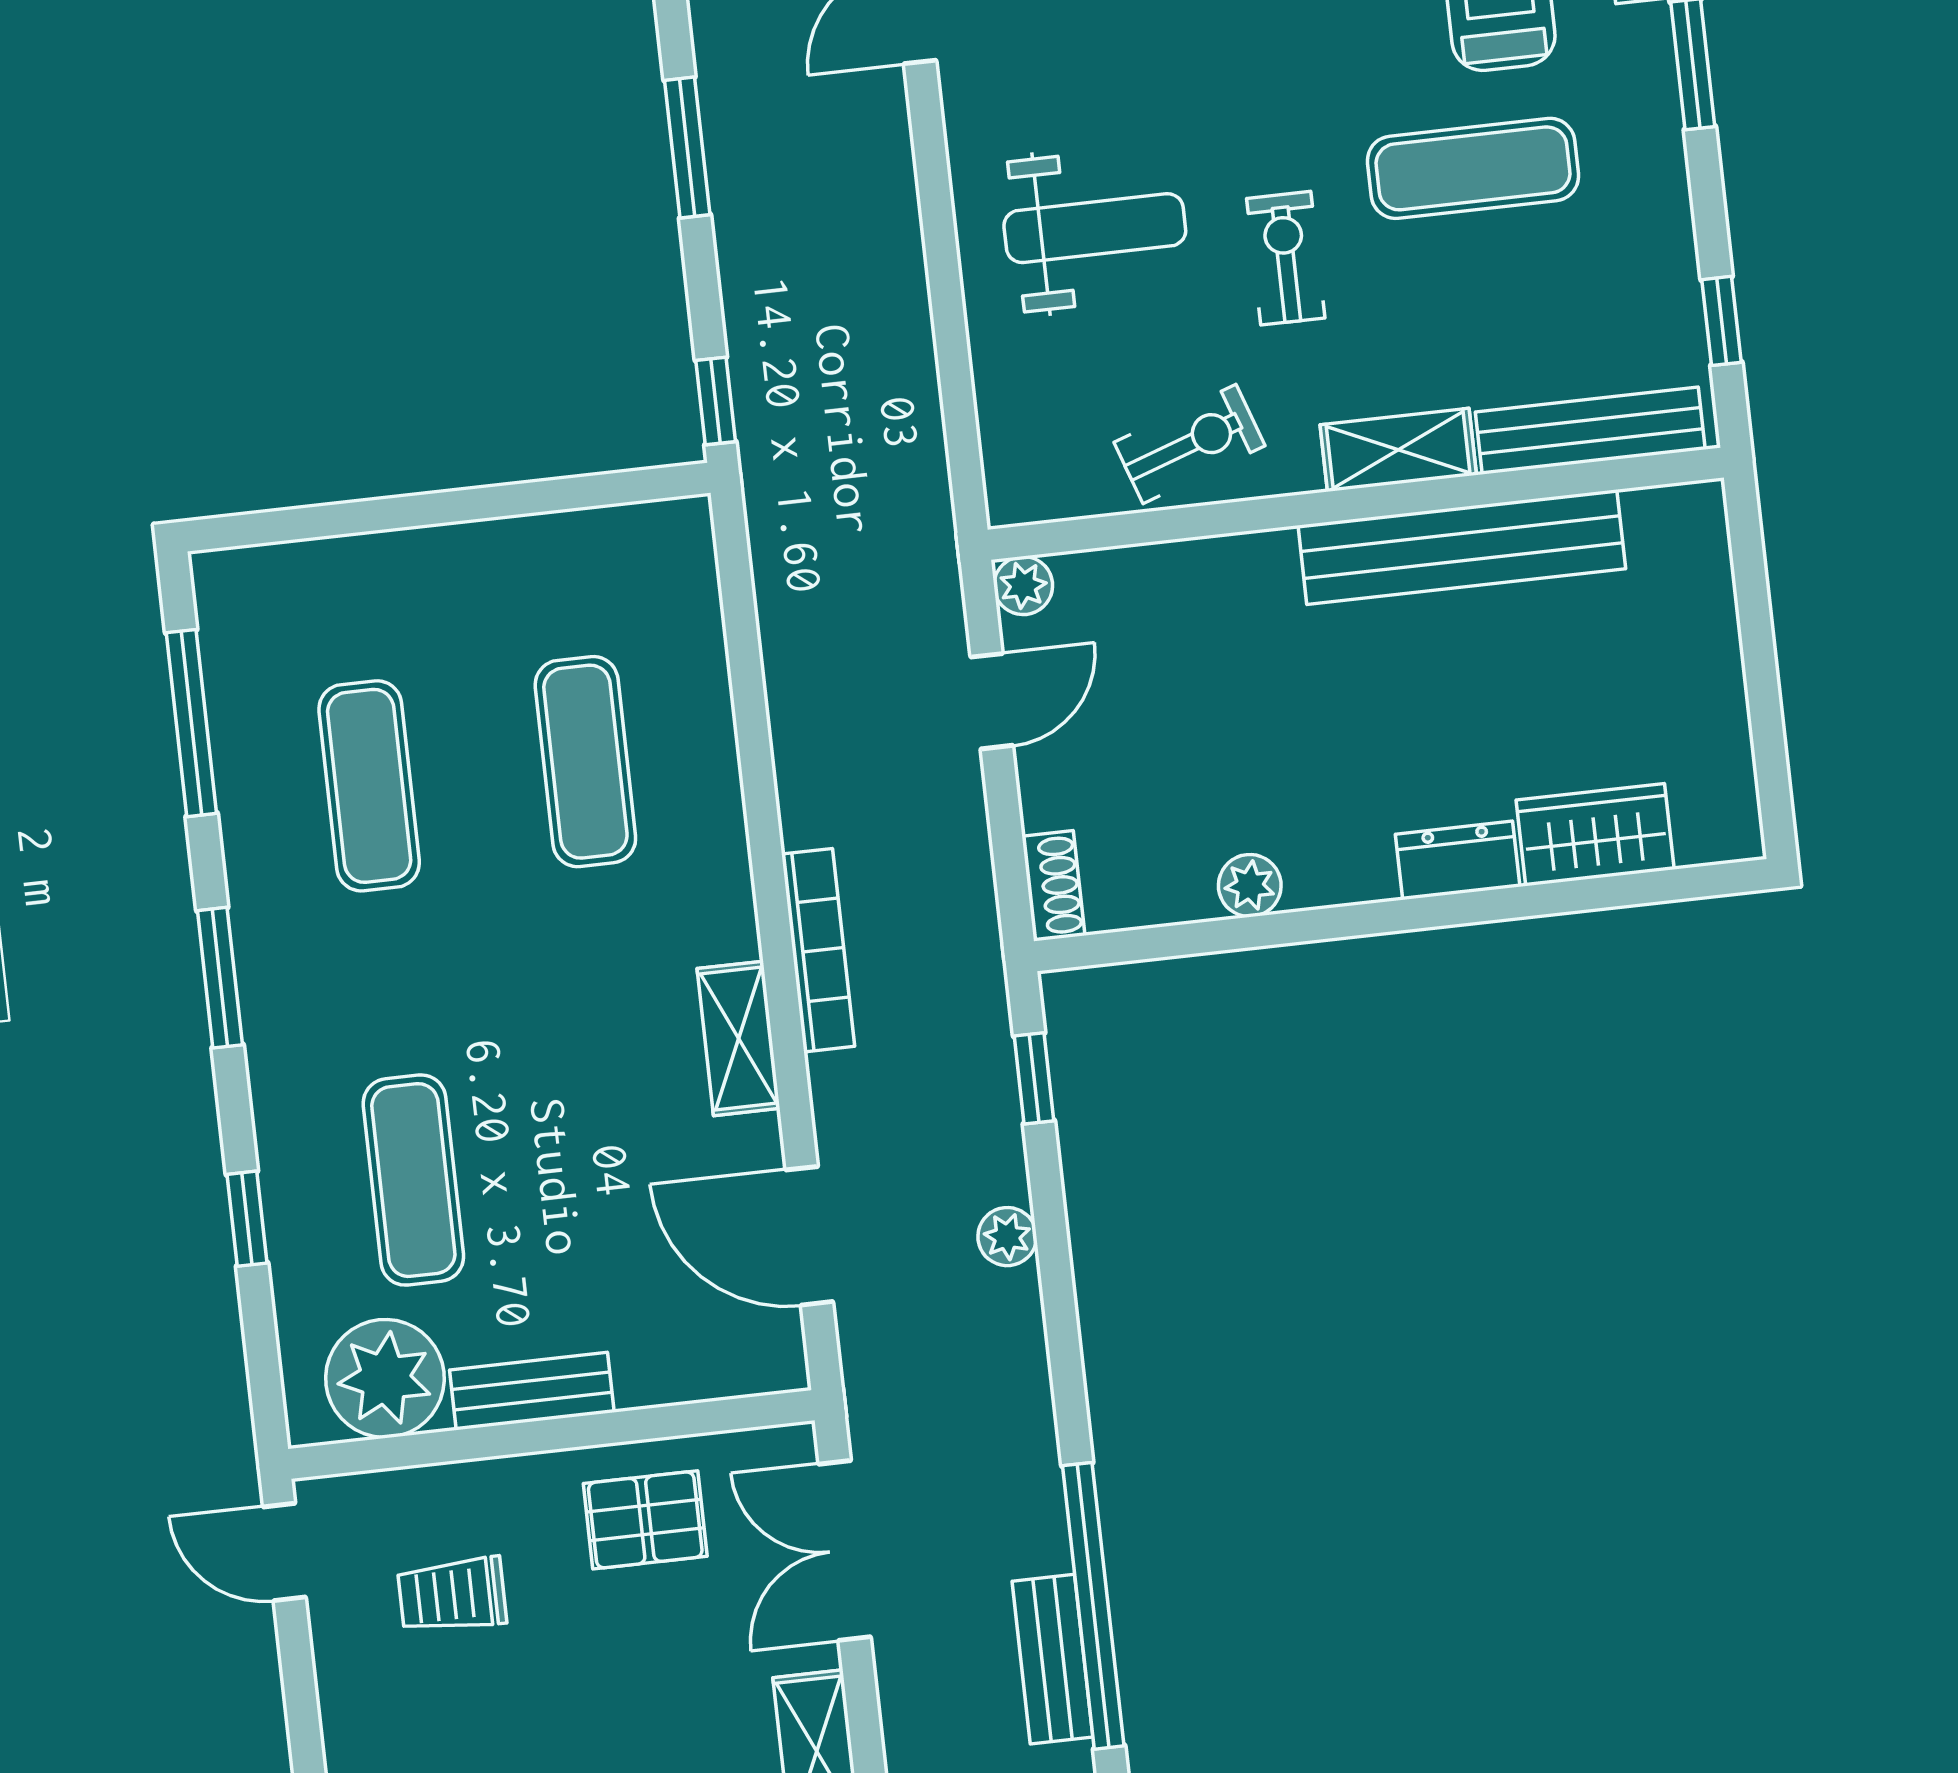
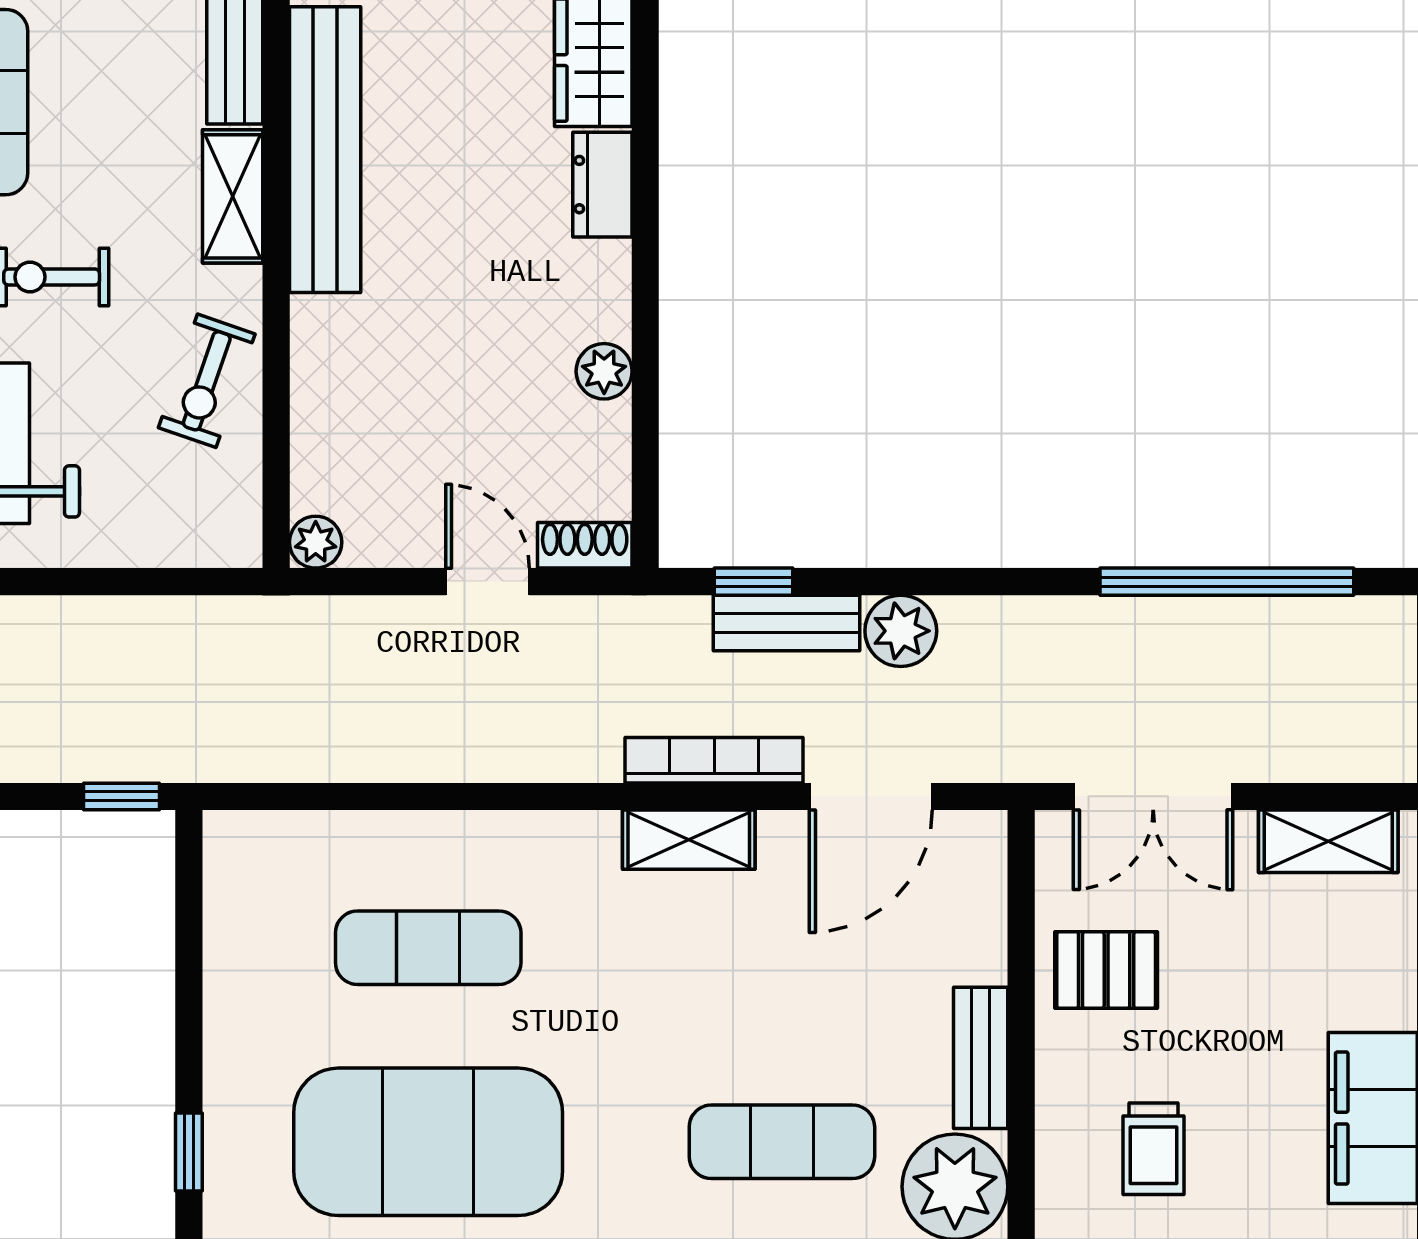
exercise bike: (1189, 444) -> (207, 381), turned -142
window: (328, 521) -> (189, 1152), added
door: (992, 701) -> (488, 582), moved
exercise mat: (369, 786) -> (428, 1142), width x2.00, depth x1.45
bookcase: (818, 950) -> (714, 760), moved
plant: (1007, 1237) -> (901, 631), width x1.38, depth x1.38
pallet: (645, 1520) -> (1106, 970), turned 90
bench: (1052, 1659) -> (786, 623), moved

